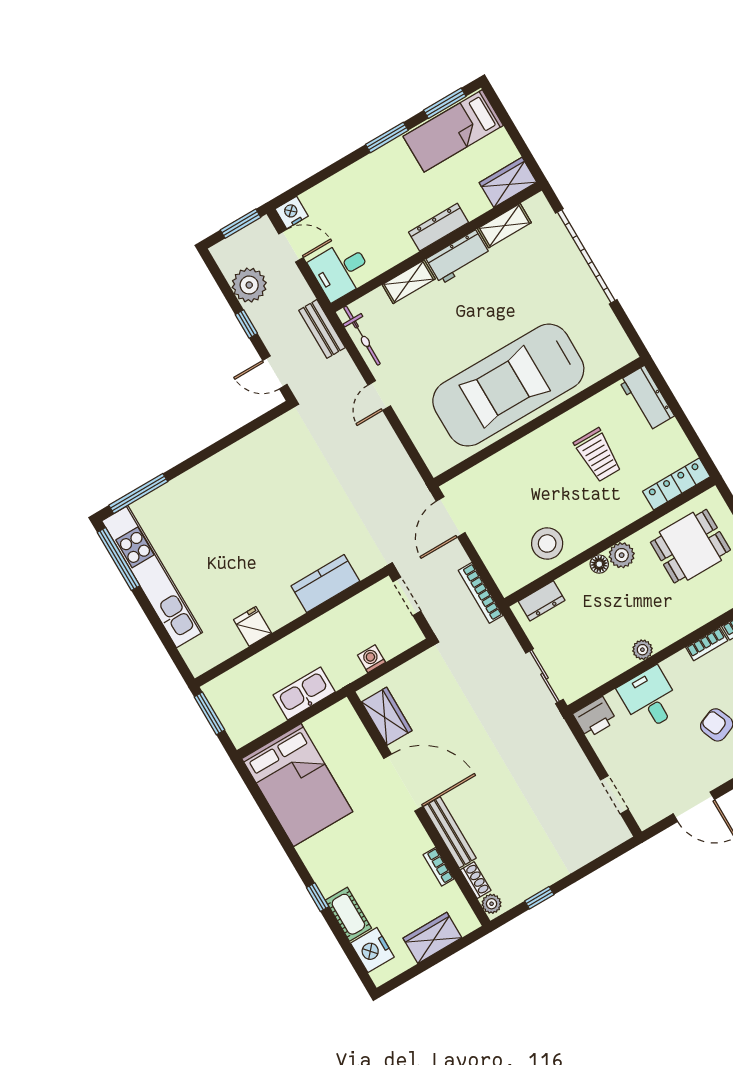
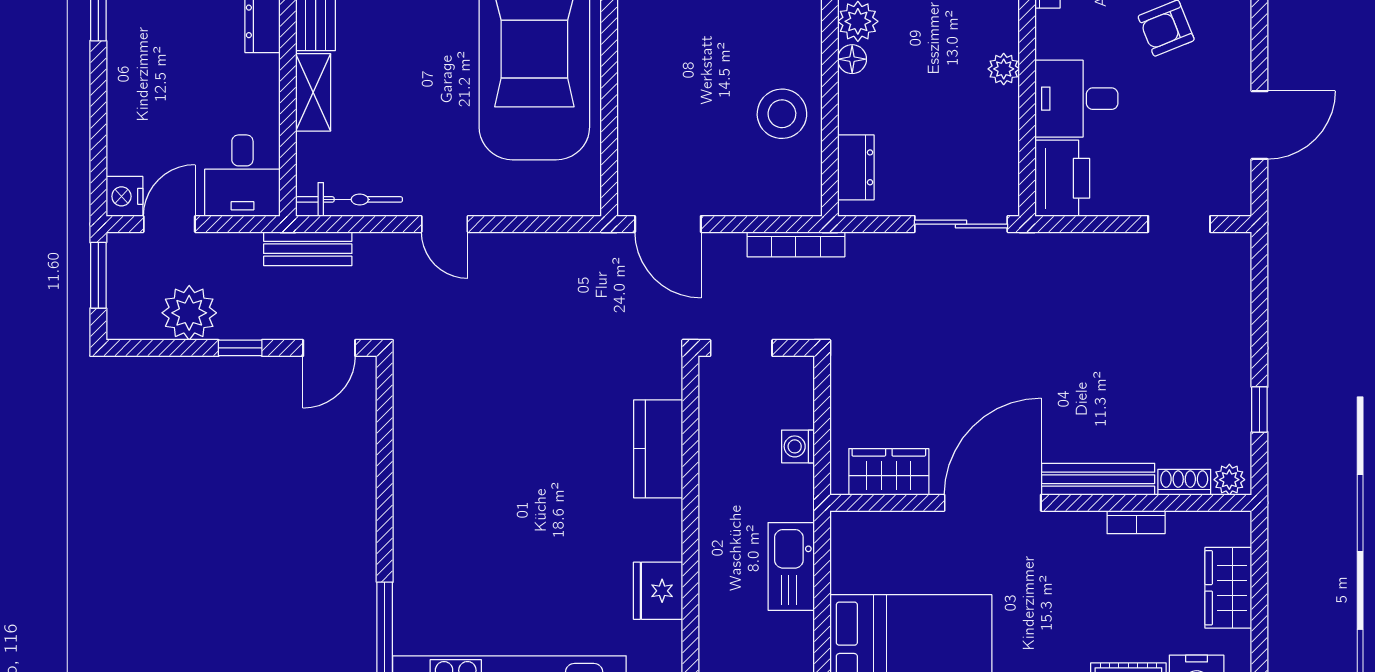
fridge: (253, 626) -> (658, 591), width x1.38
printer: (595, 717) -> (1062, 178), width x1.37, depth x1.19

